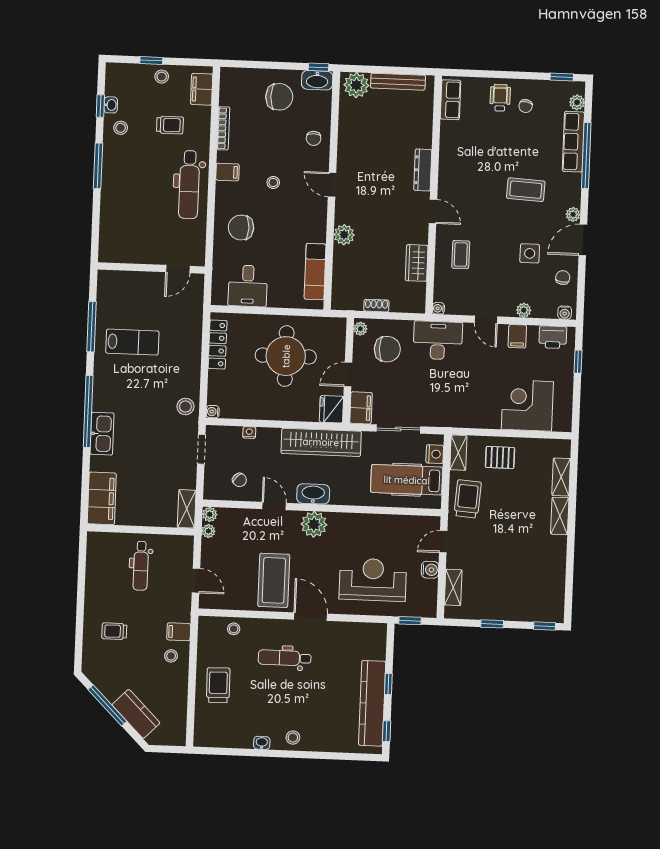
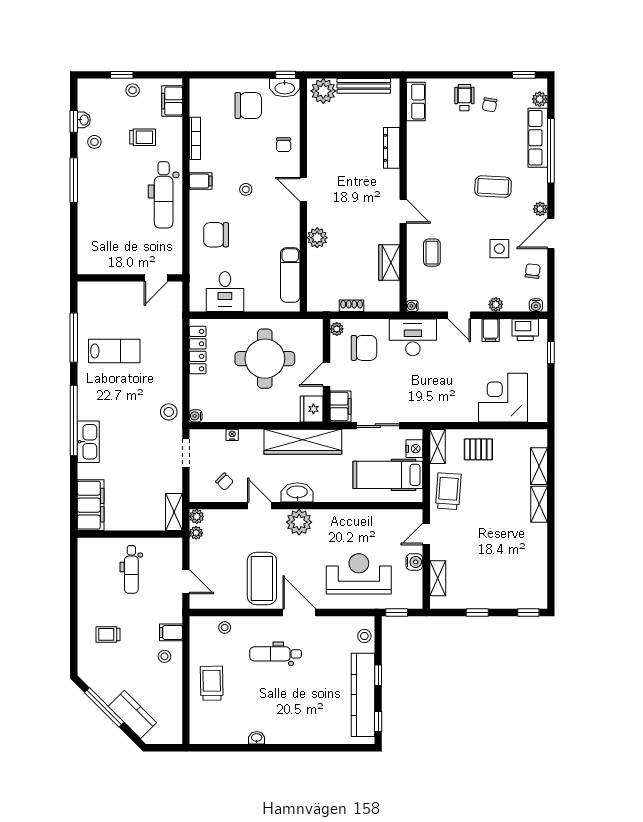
dresser: (423, 170) -> (392, 148), moved
stool: (293, 738) -> (364, 636), moved

